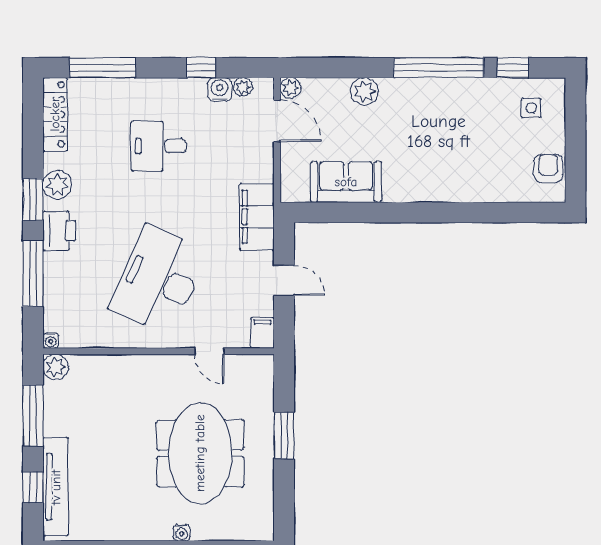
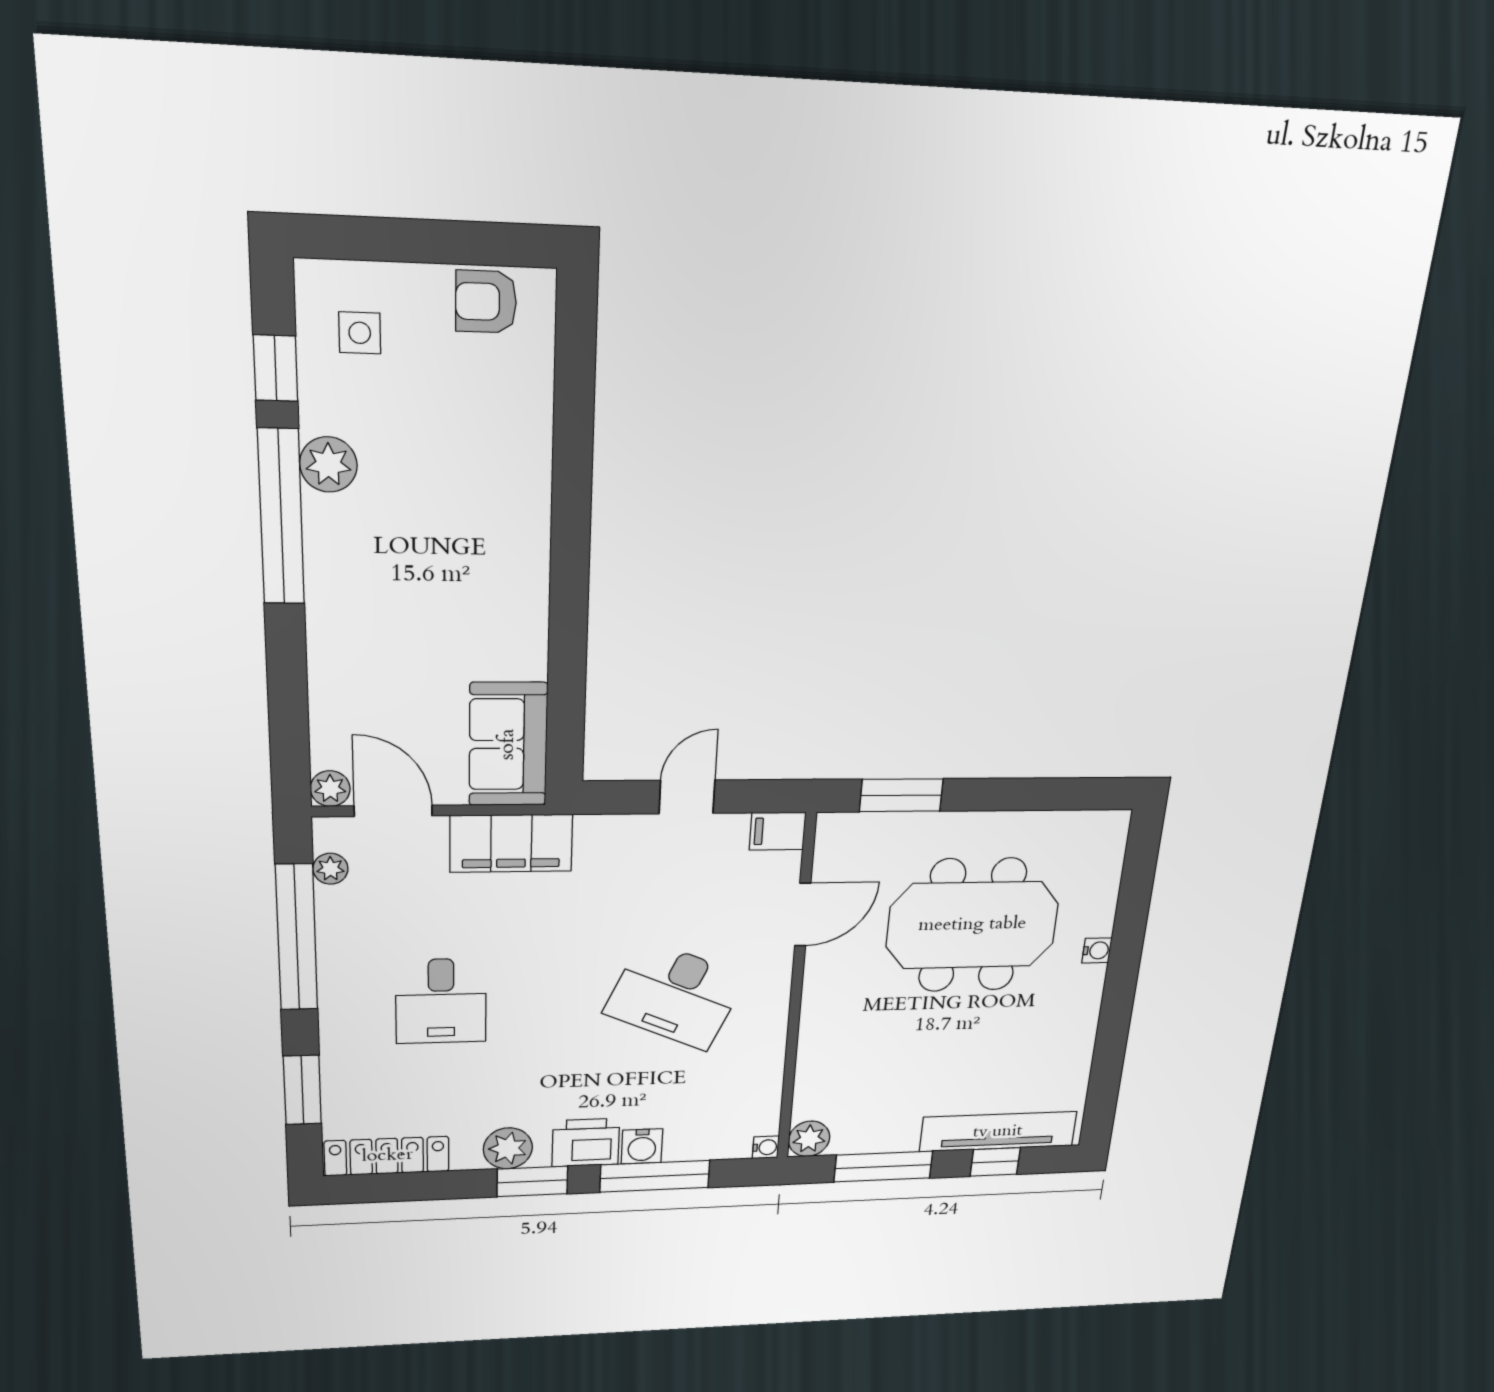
window: (103, 68) -> (302, 1090), width x0.69
window: (201, 68) -> (297, 938), width x3.17
water cooler: (220, 90) -> (642, 1146), moved, turned -90
plant: (364, 91) -> (328, 464), moved
door: (277, 121) -> (393, 811), hinge flipped
sofa: (346, 182) -> (508, 744), moved
filing cabinet: (257, 217) -> (511, 843), moved
desk: (159, 280) -> (675, 995), width x0.73, depth x0.77
door: (209, 351) -> (803, 915), width x1.38
window: (284, 435) -> (901, 795), moved

